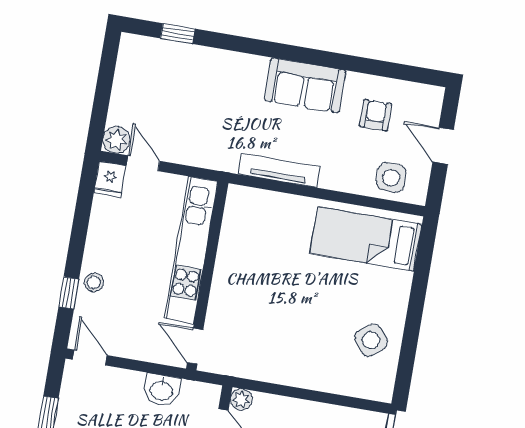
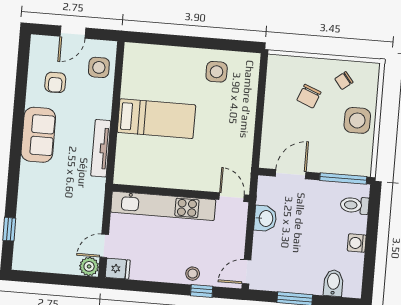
armchair: (376, 115) -> (55, 82), turned -90
bed: (366, 239) -> (156, 119), moved, turned -90
side table: (371, 340) -> (217, 72), turned 37
door: (195, 346) -> (232, 197), swing flipped
plant: (241, 399) -> (267, 161), removed

